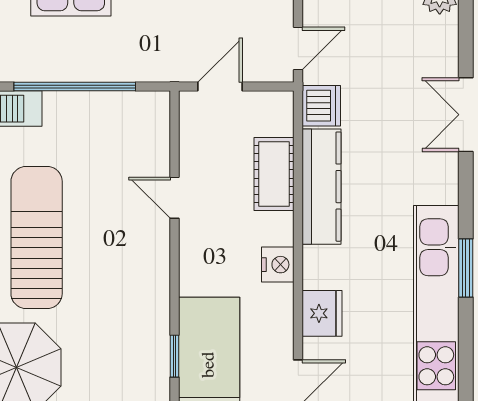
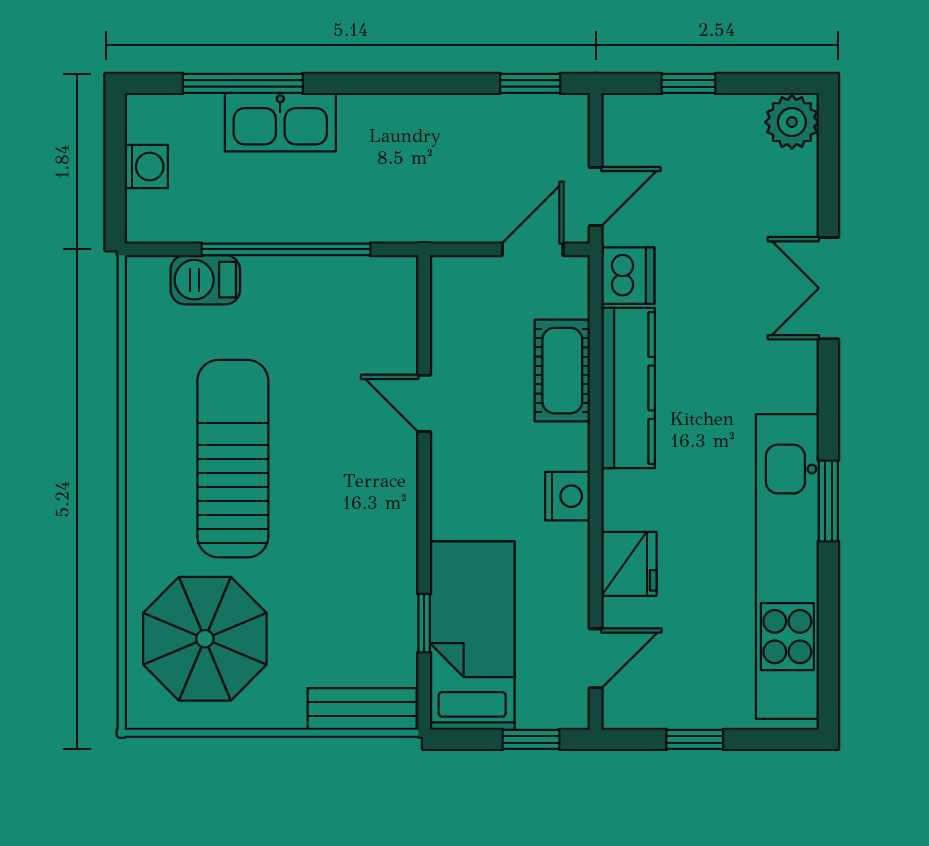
door: (220, 87) -> (533, 249), moved

